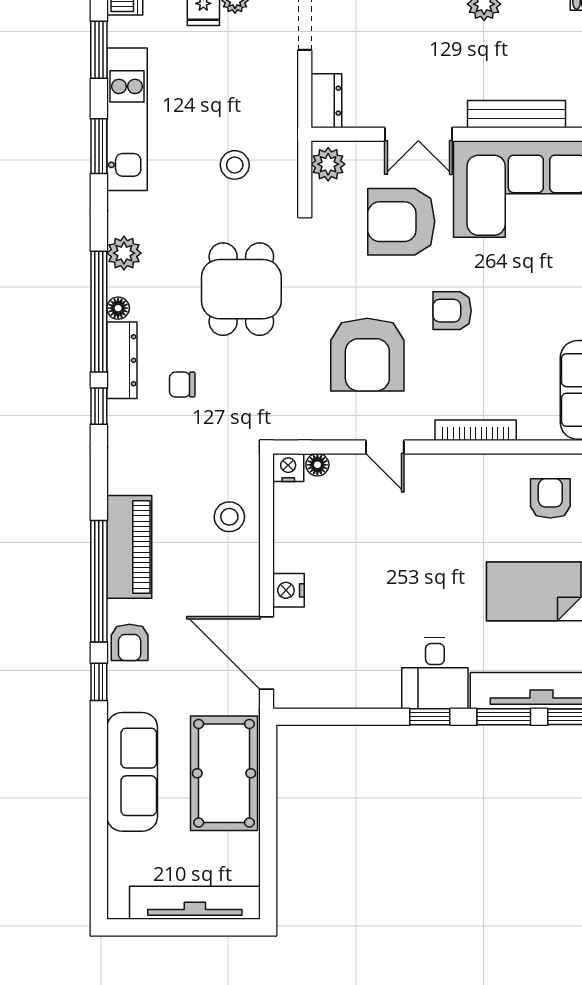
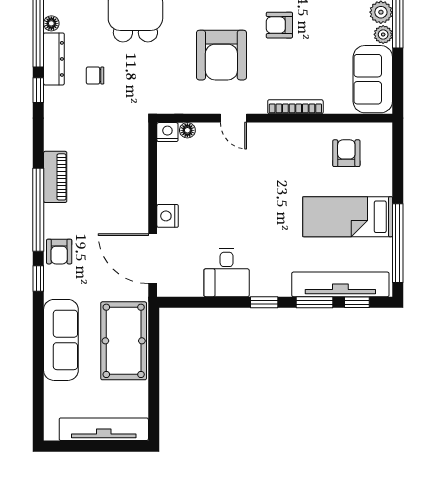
stool: (229, 517) -> (127, 166), removed
piano: (129, 547) -> (55, 177), width x0.73, depth x0.75
desk: (435, 673) -> (227, 273), moved

